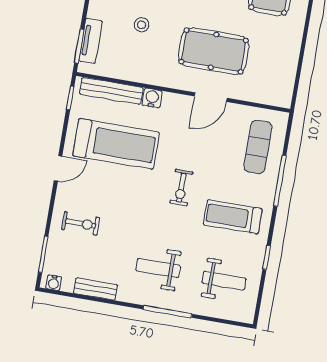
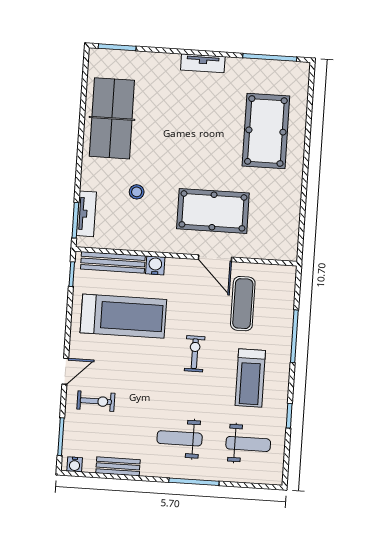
door: (211, 97) -> (215, 258), hinge flipped
exercise mat: (258, 147) -> (243, 304), moved
door: (58, 168) -> (65, 371), moved
exercise bike: (181, 188) -> (195, 354), turned 180
treadmill: (233, 217) -> (250, 378), turned -90

